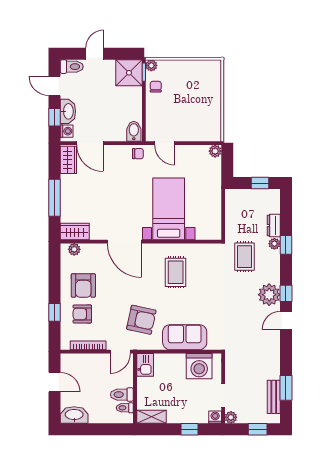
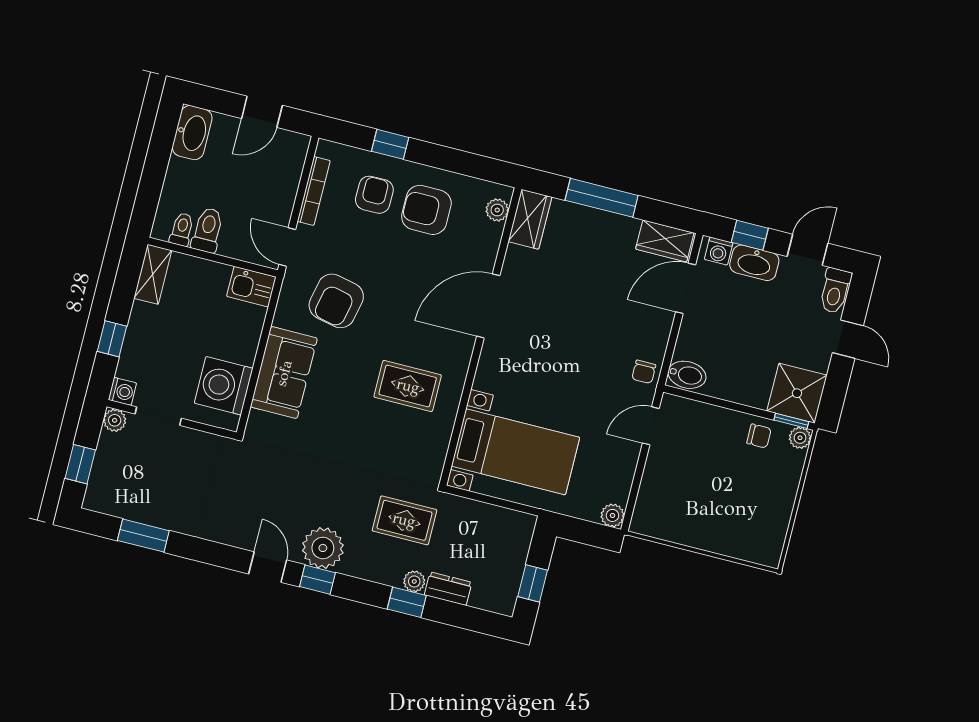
bed with nightstands: (169, 209) -> (515, 452), moved
bench: (274, 397) -> (132, 509), removed

